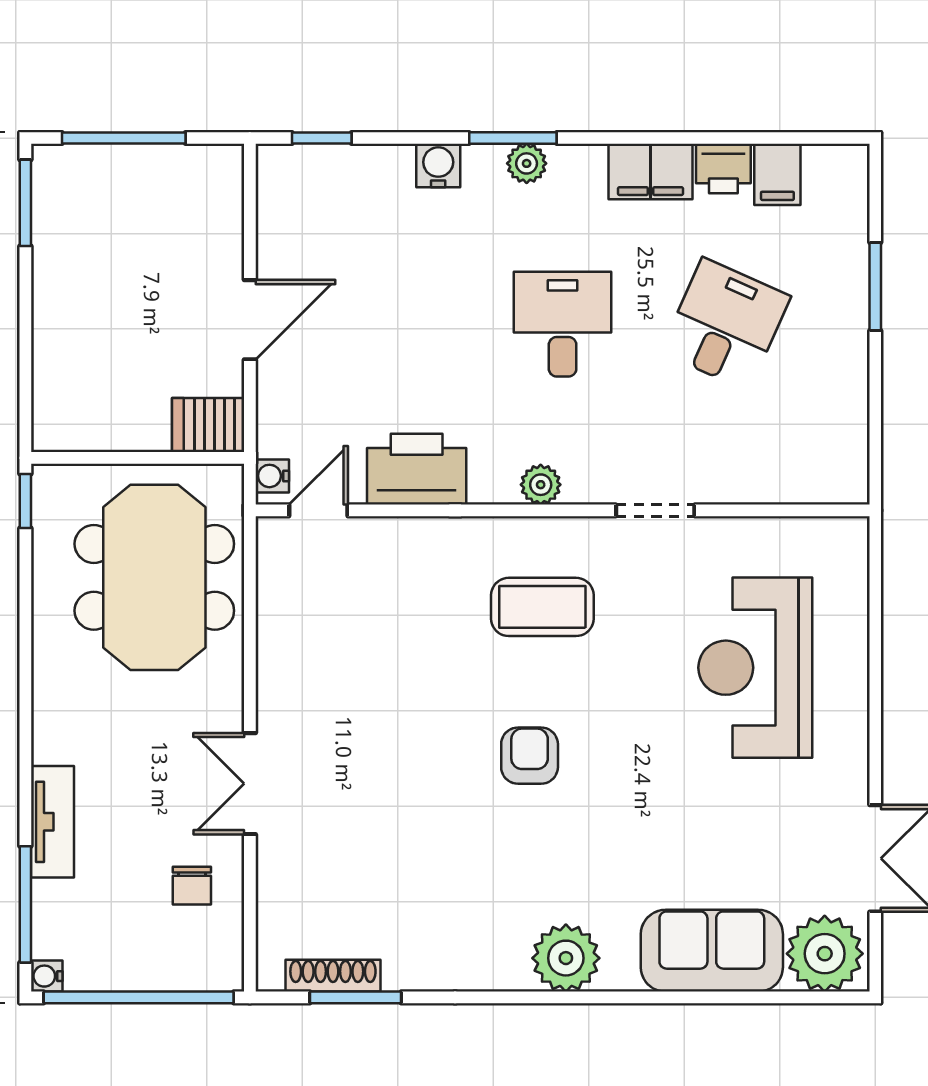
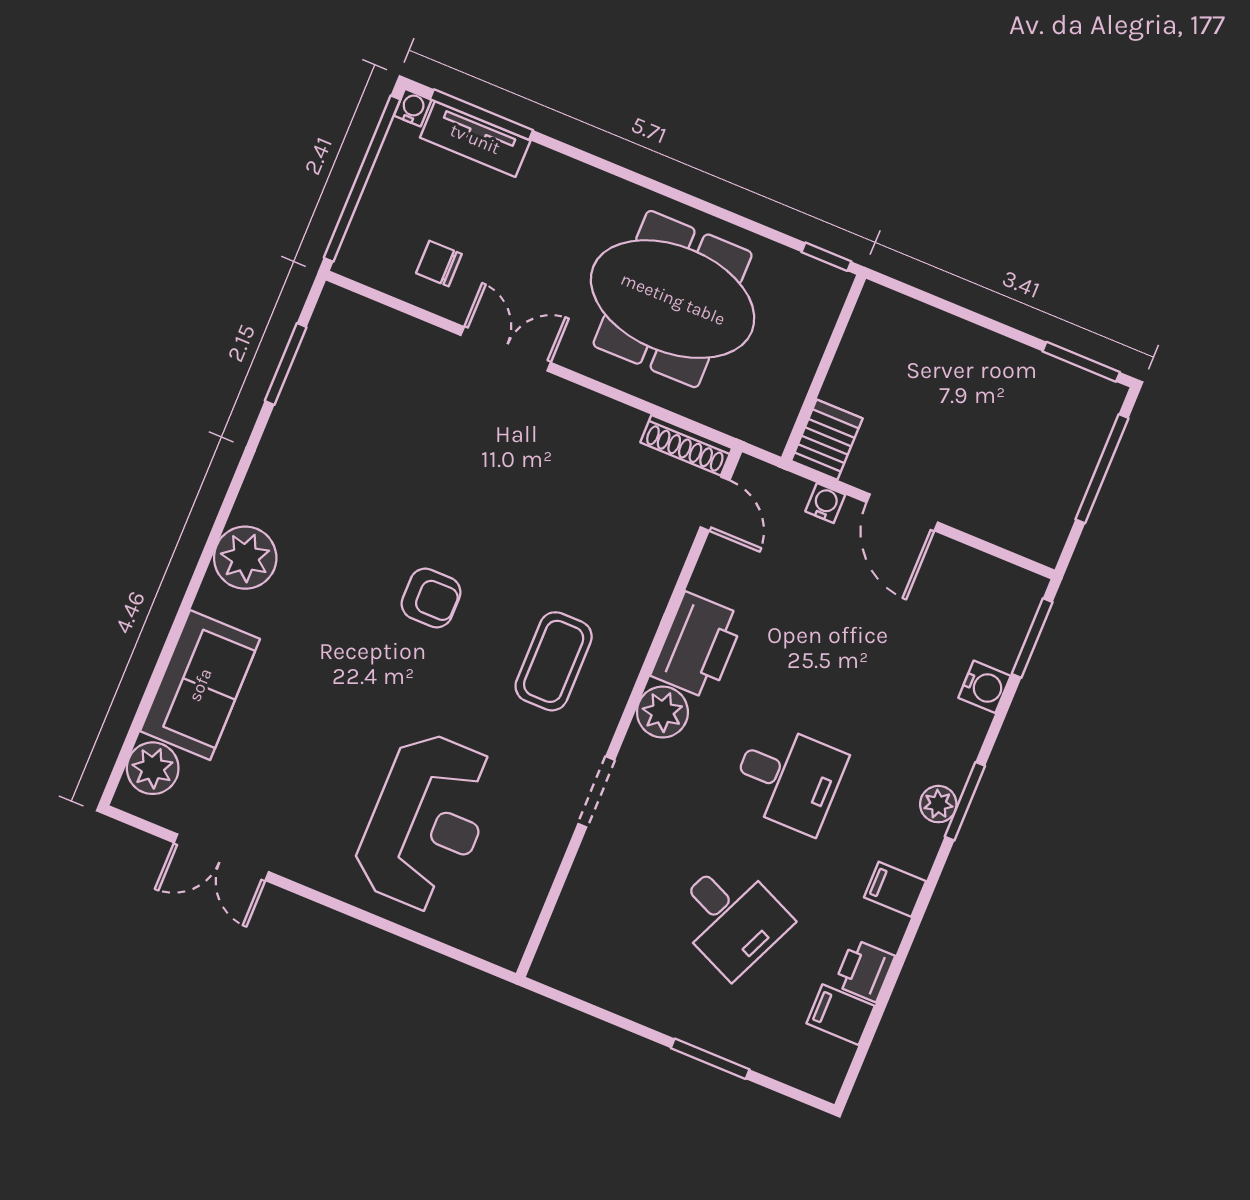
window: (322, 138) -> (1032, 638), width x1.50
water cooler: (438, 166) -> (984, 687), moved
filing cabinet: (651, 172) -> (895, 889), width x0.50
printer: (417, 469) -> (698, 646), moved
water cooler: (272, 476) -> (825, 503), moved
plant: (541, 485) -> (662, 712), width x1.38, depth x1.38
meeting table: (154, 577) -> (673, 299), moved
reception desk: (755, 668) -> (427, 822), turned 90
tv unit: (52, 822) -> (475, 139), moved
plant: (825, 954) -> (153, 768), width x0.73, depth x0.73
shoe rack: (333, 976) -> (686, 445), moved, turned 90

